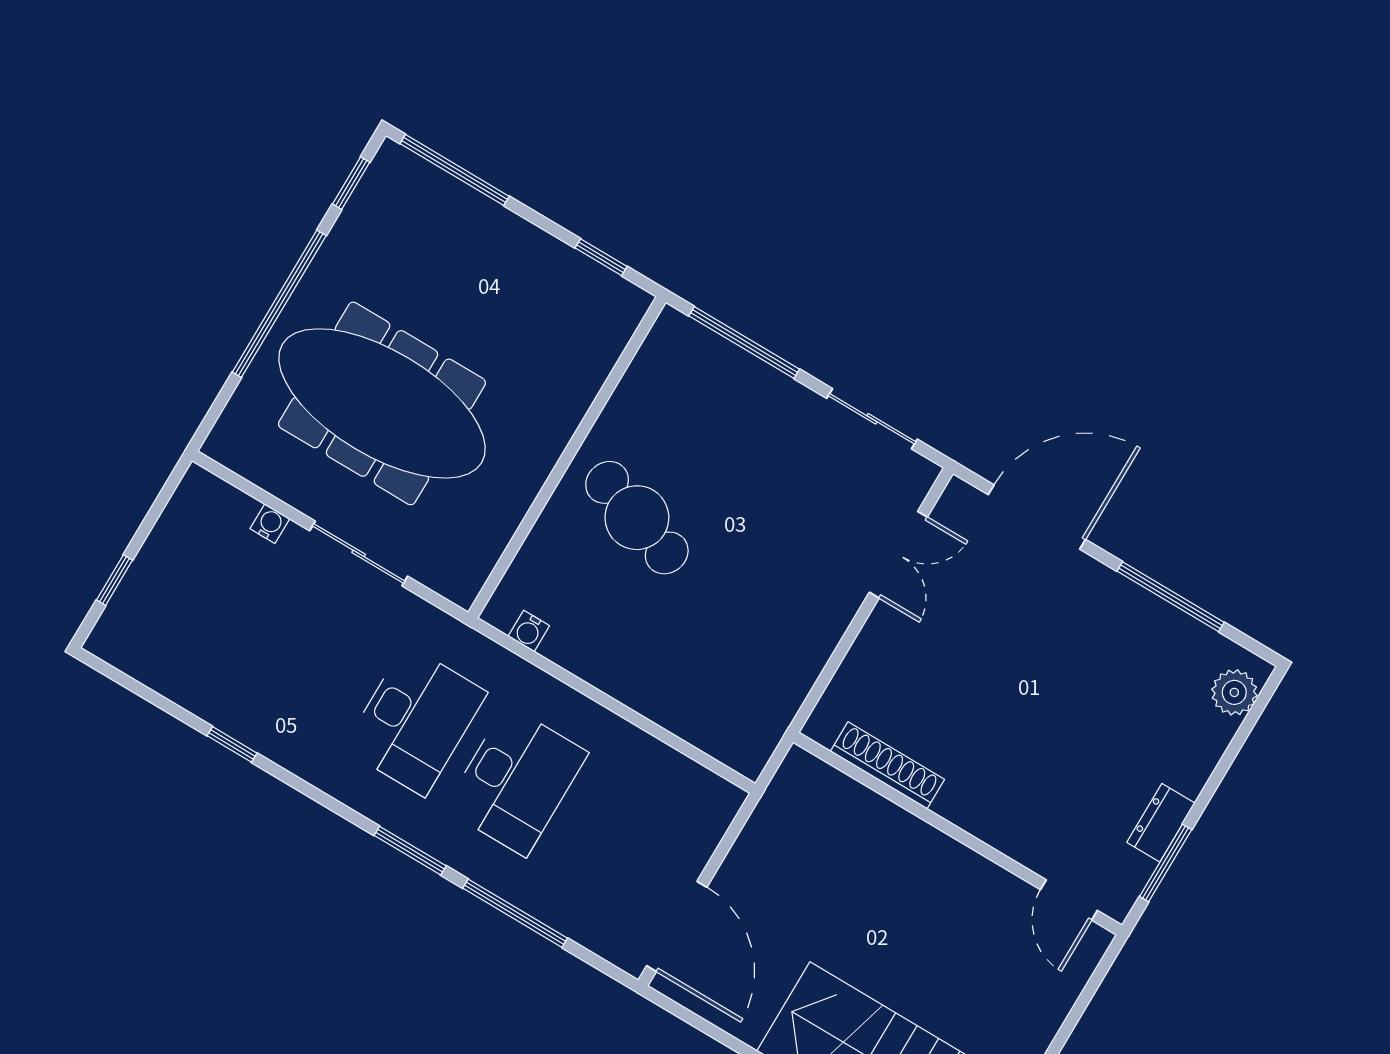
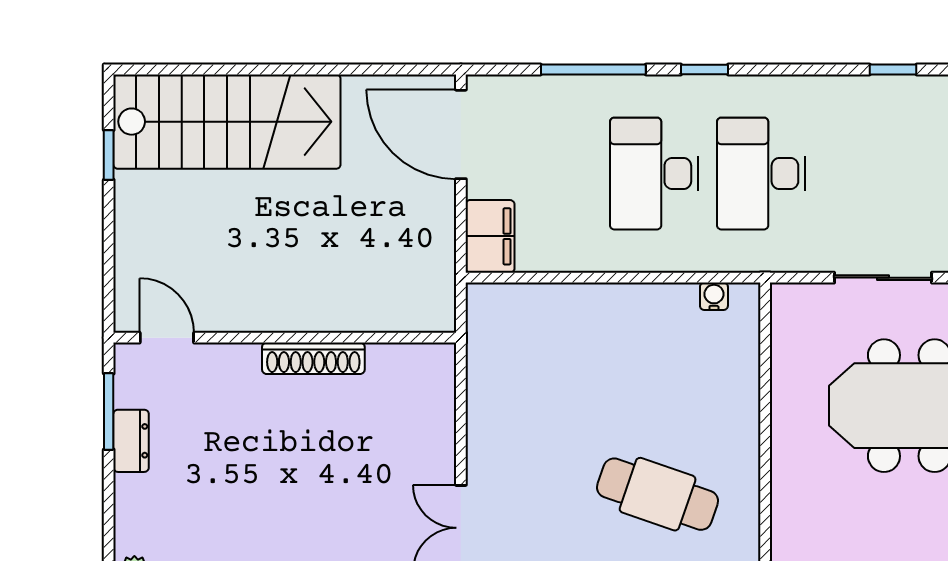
cafe table: (637, 518) -> (658, 494), moved
shoe rack: (887, 765) -> (313, 358), moved
filing cabinet: (707, 814) -> (490, 236), added
window: (410, 851) -> (704, 69), width x0.67

